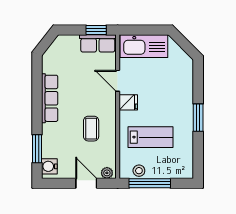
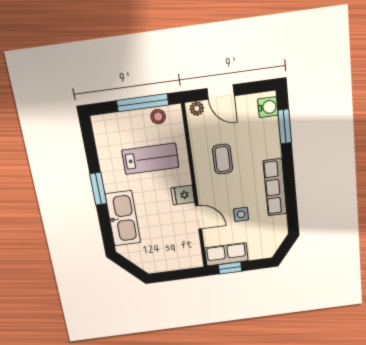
kitchen sink: (144, 46) -> (123, 218), moved, turned 90
side table: (81, 78) -> (241, 214), added
lab bench: (151, 137) -> (150, 159), turned 180

